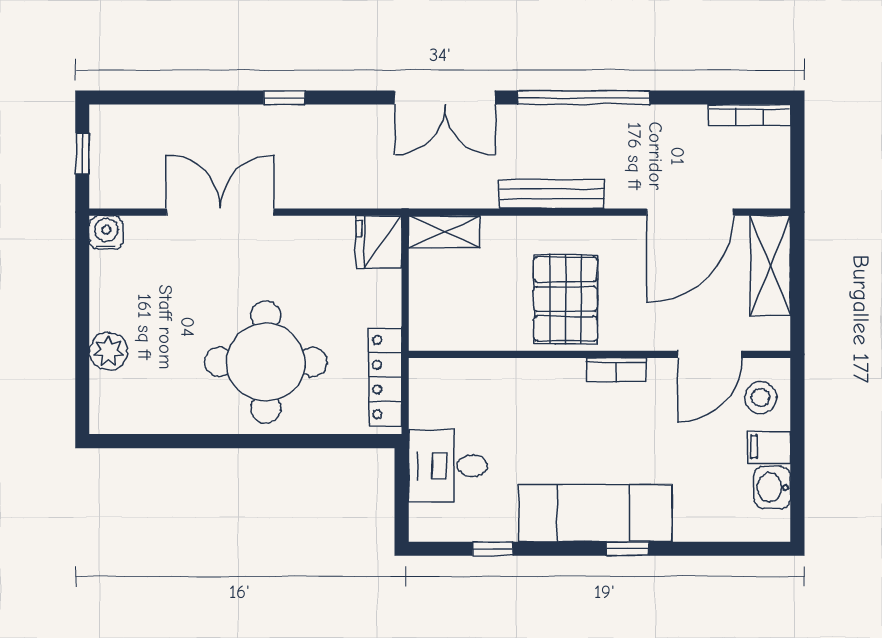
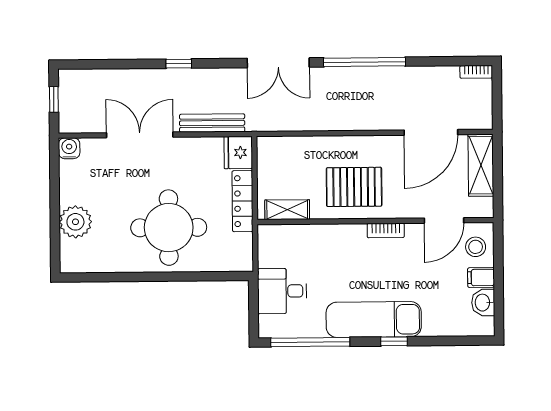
bookcase: (749, 115) -> (476, 72), width x0.64
bench: (552, 194) -> (212, 123), moved
shelving: (444, 232) -> (287, 210), moved
pallet: (565, 299) -> (354, 187), turned 90
plant: (108, 351) -> (75, 222), width x1.36, depth x1.36
locker: (385, 377) -> (243, 201), moved
window: (493, 549) -> (310, 342), width x3.17

